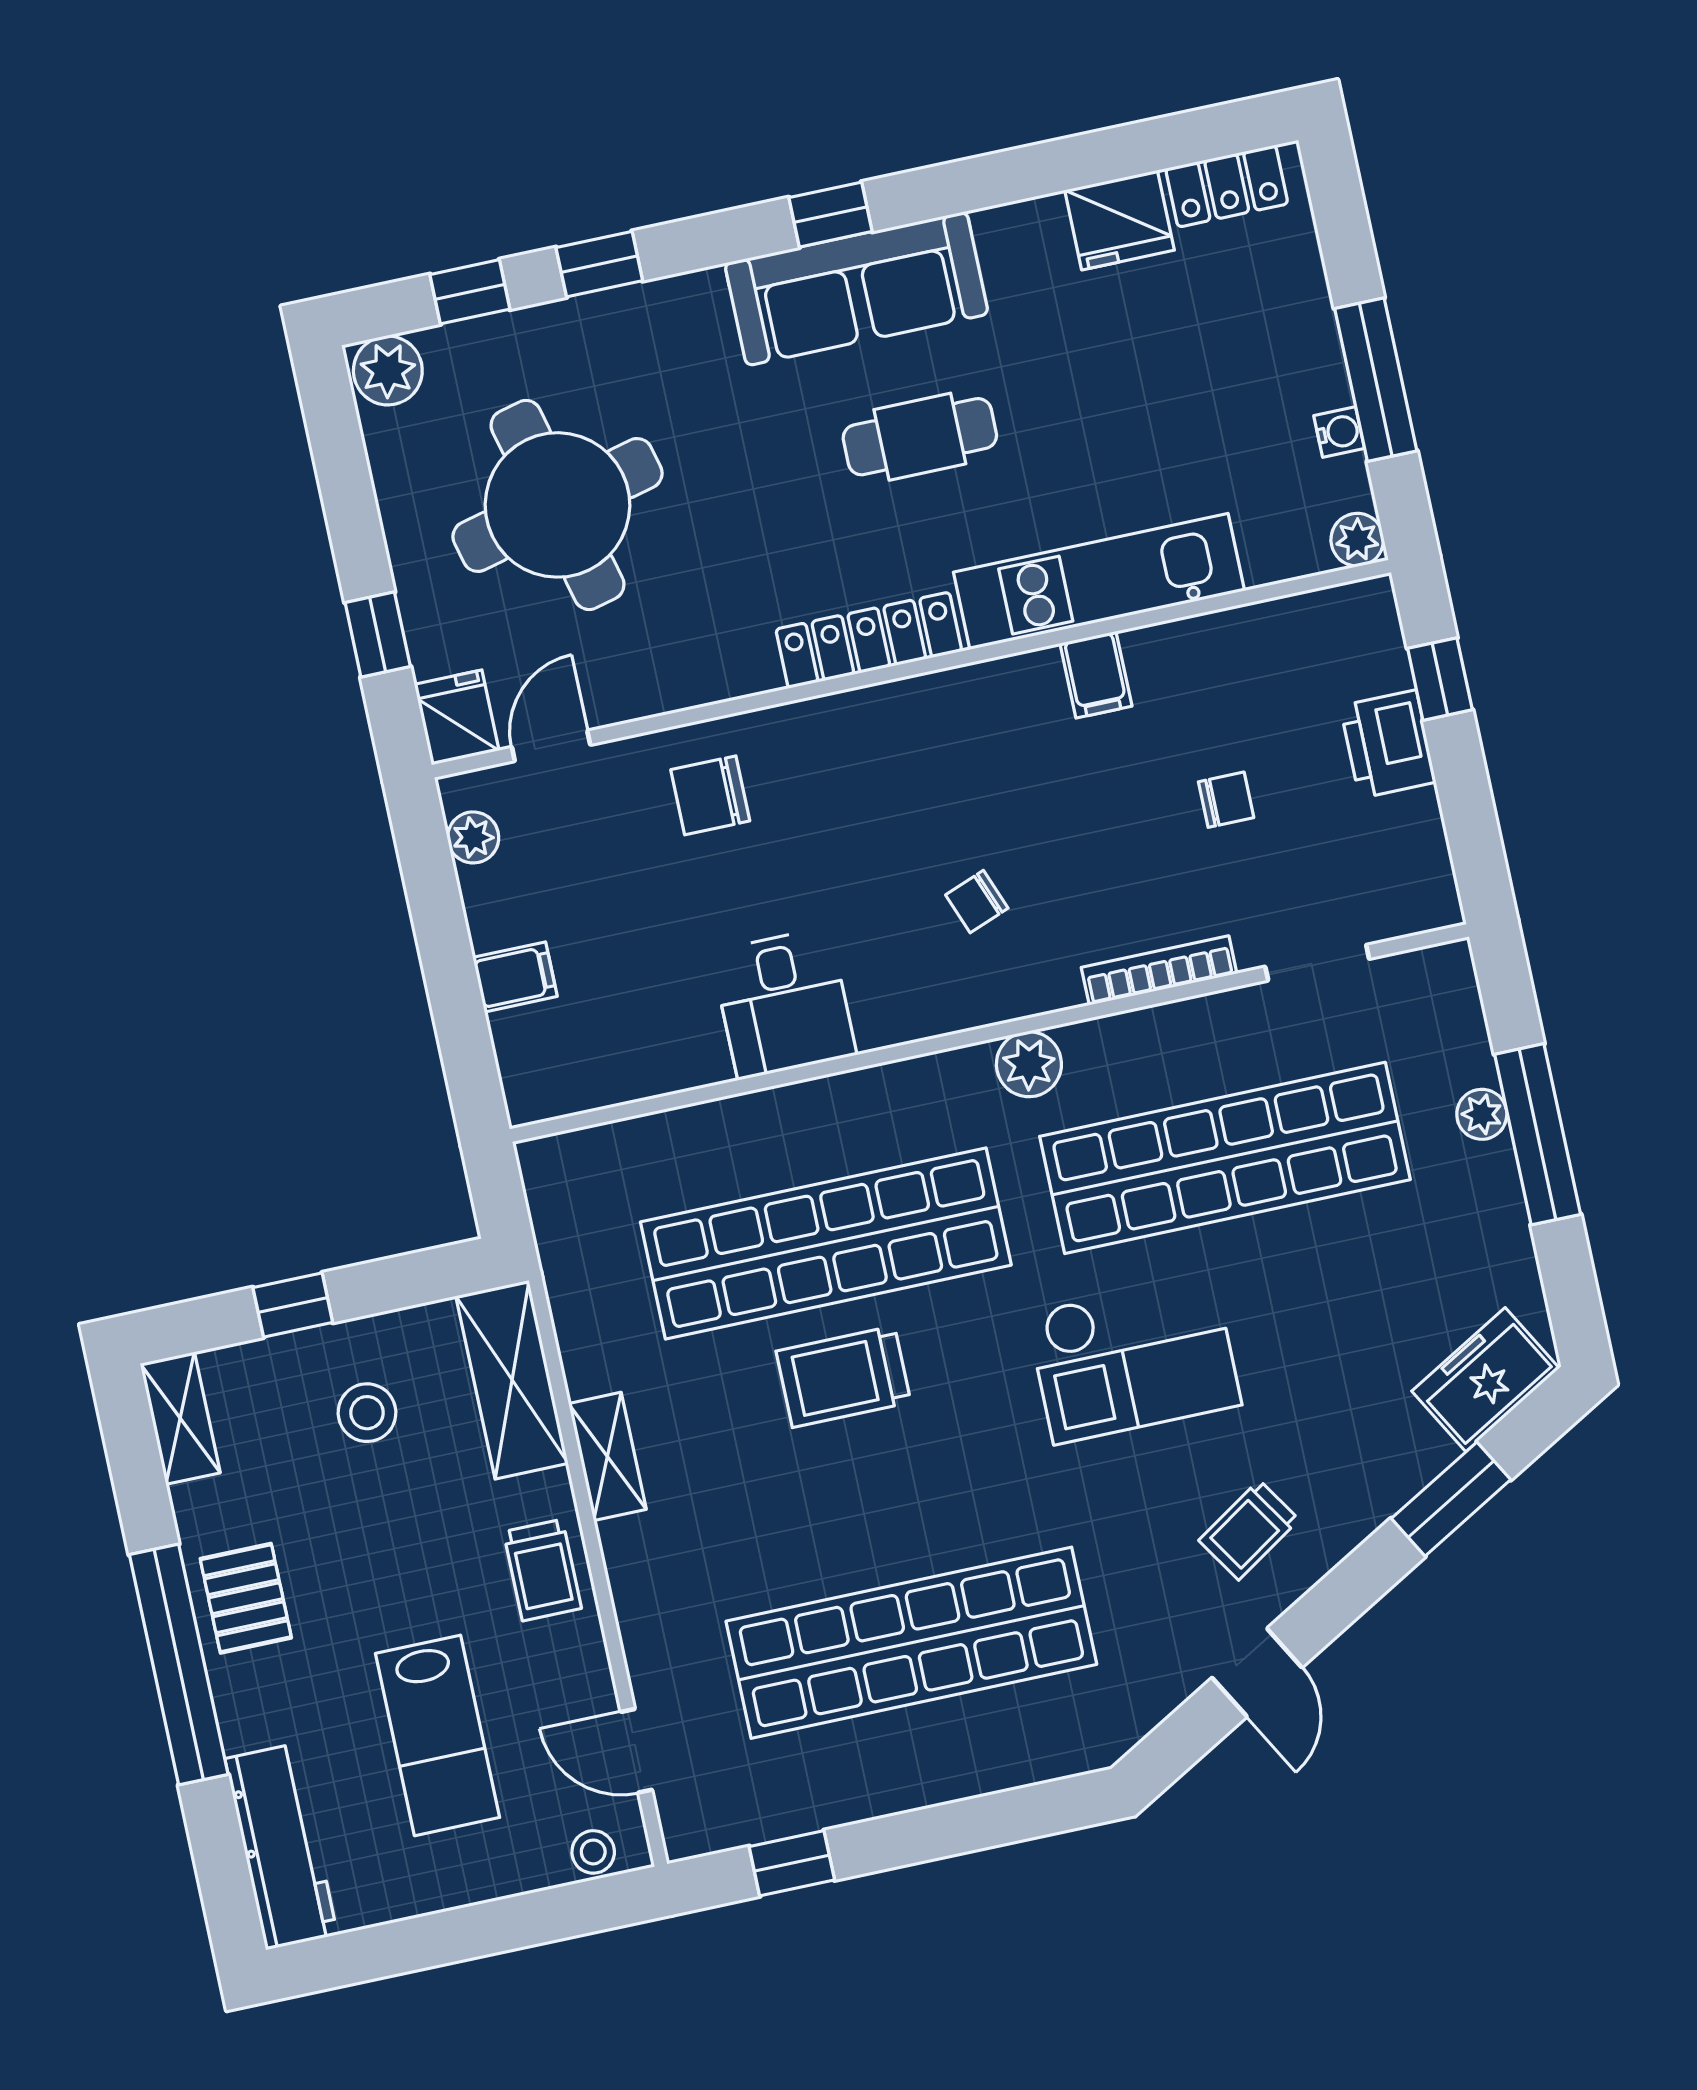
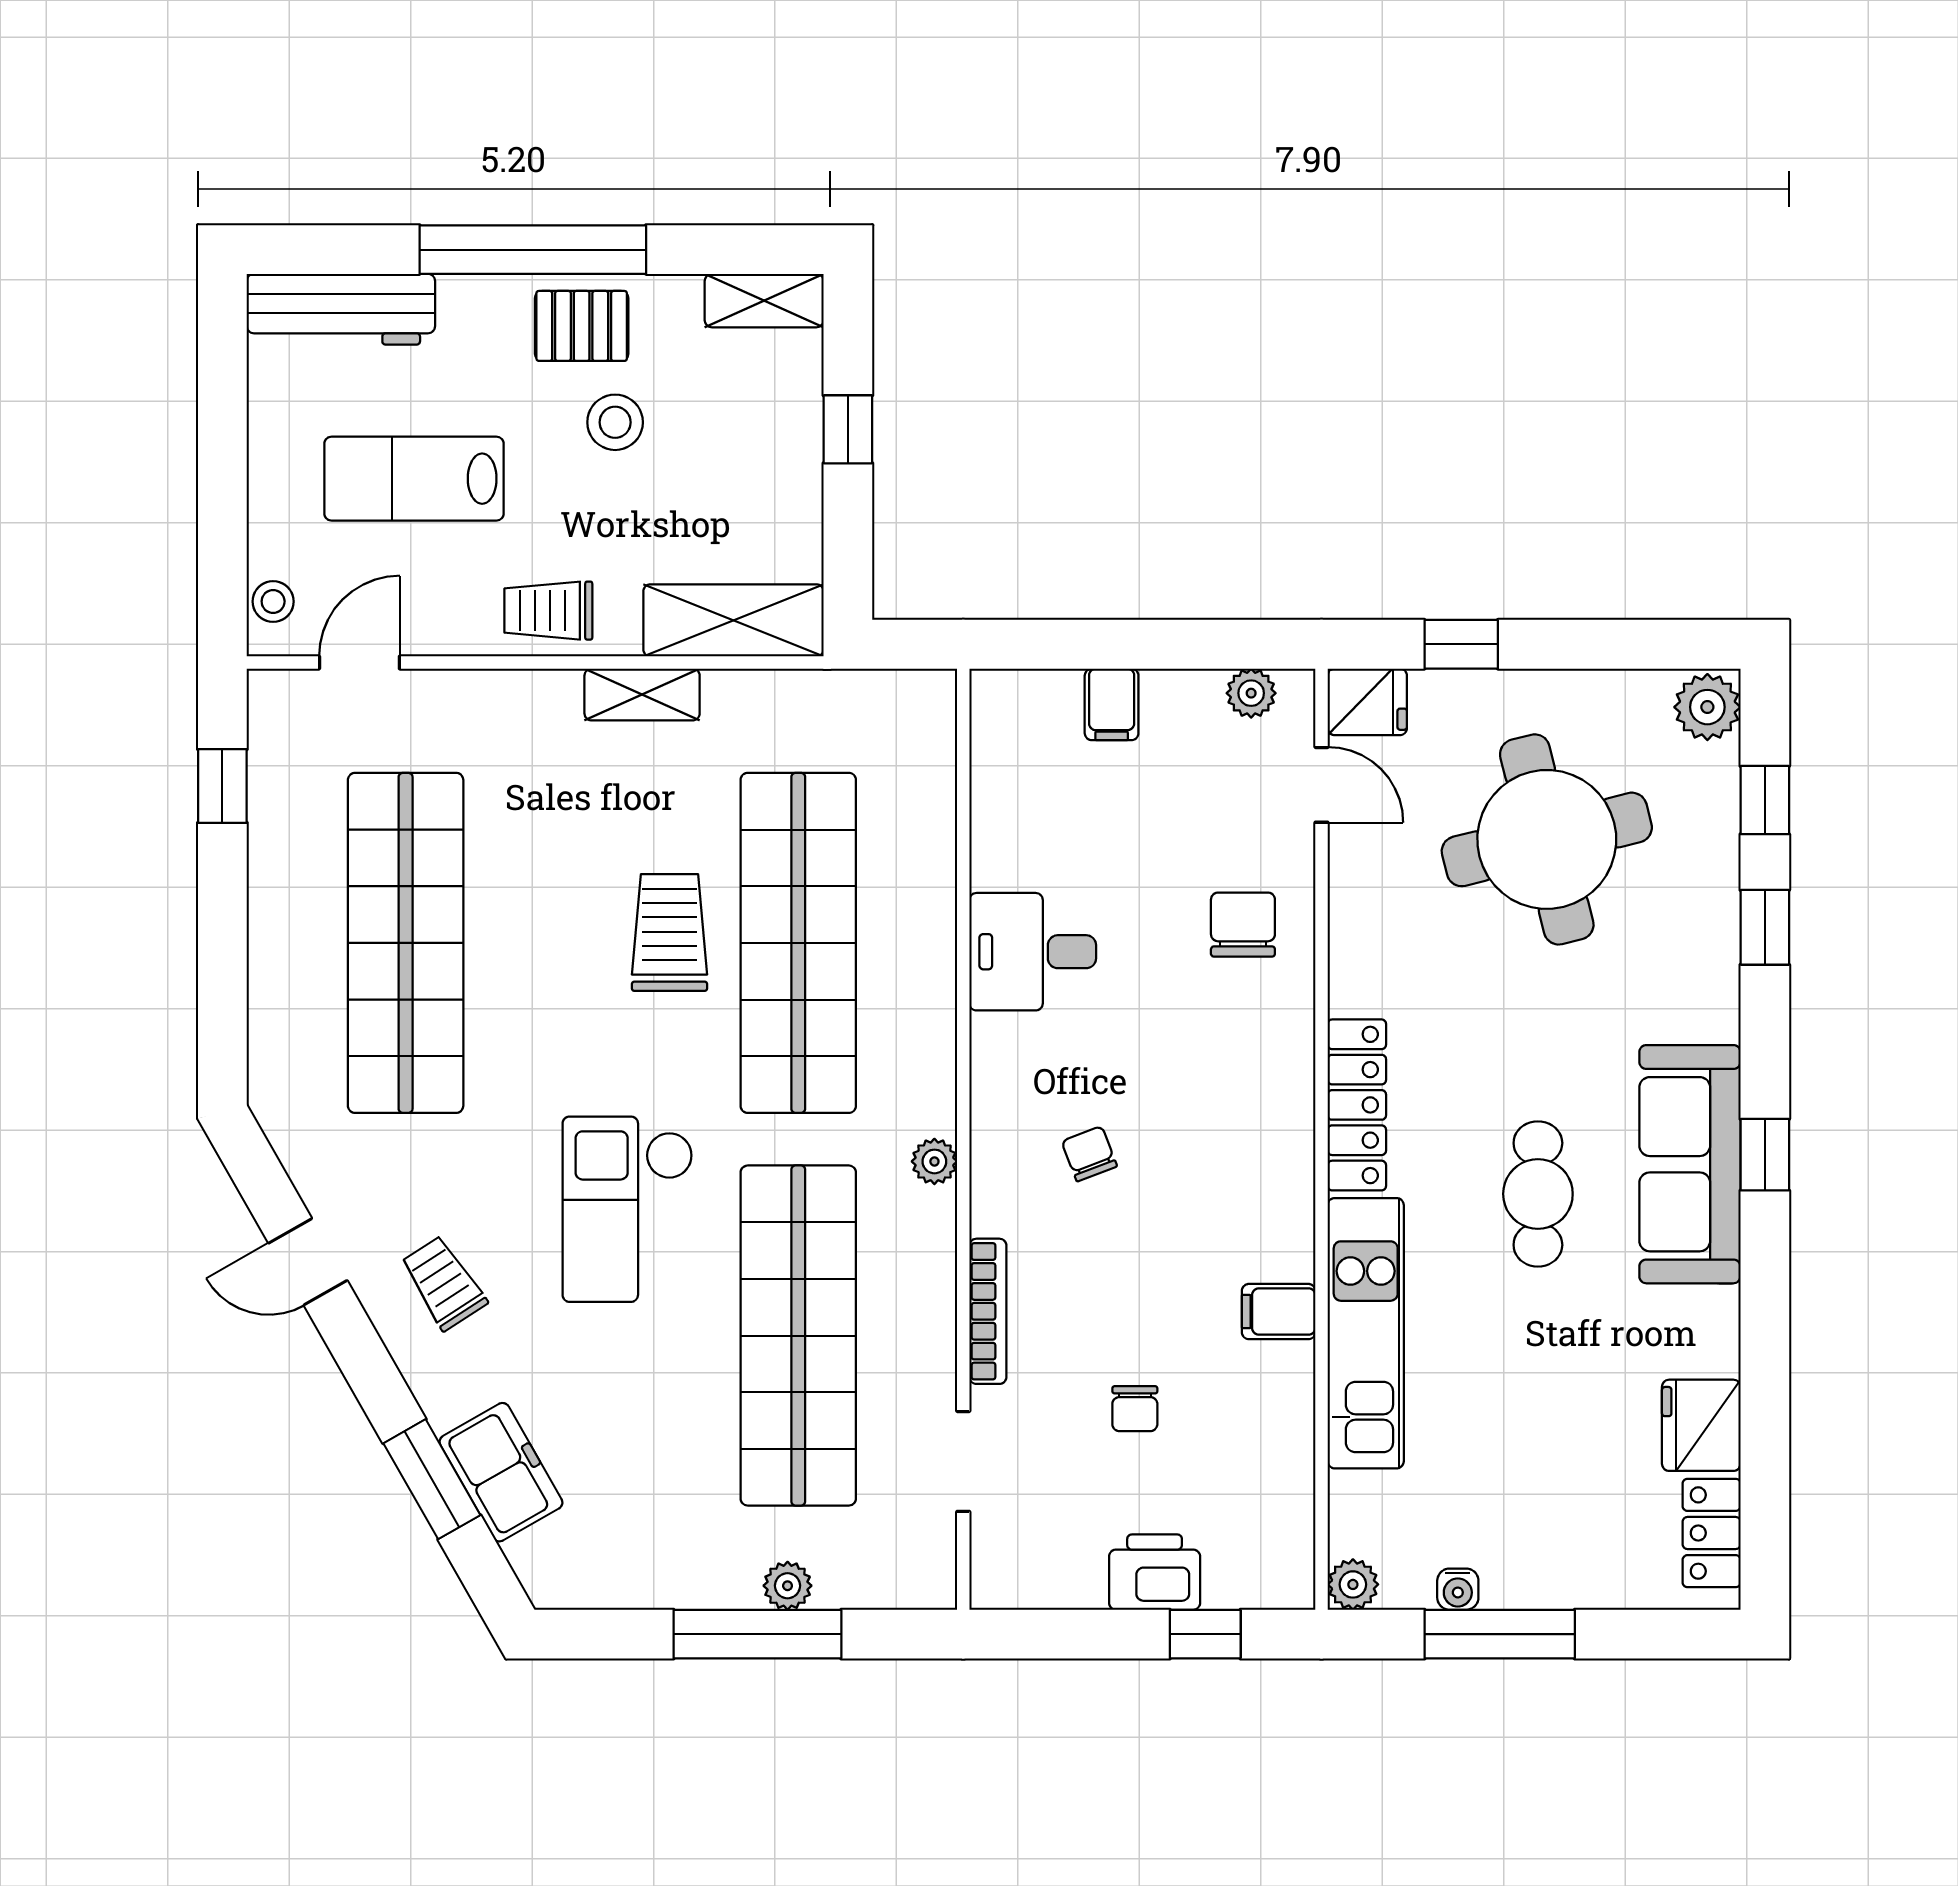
plant: (1029, 1064) -> (934, 1161), width x0.73, depth x0.73
freezer: (1486, 1380) -> (501, 1472), moved
stool: (367, 1413) -> (615, 422), moved

